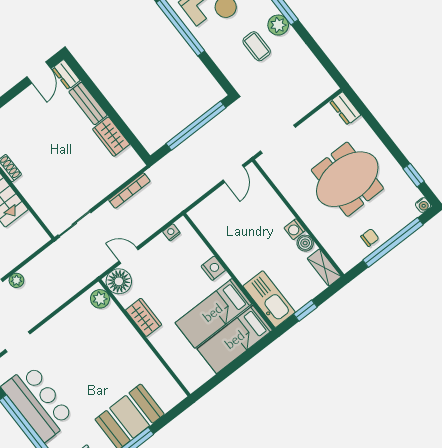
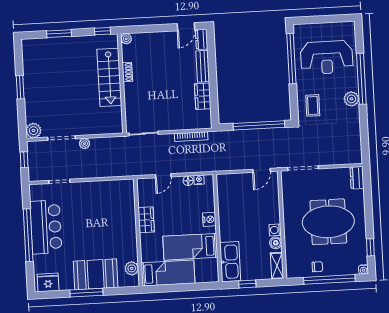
coffee table: (257, 46) -> (313, 105), moved
door: (129, 255) -> (163, 176), swing flipped
floor lamp: (119, 281) -> (188, 181), moved, width x0.53, depth x0.53
plant: (100, 299) -> (132, 268), moved
bed: (235, 340) -> (168, 273), moved, turned 180

